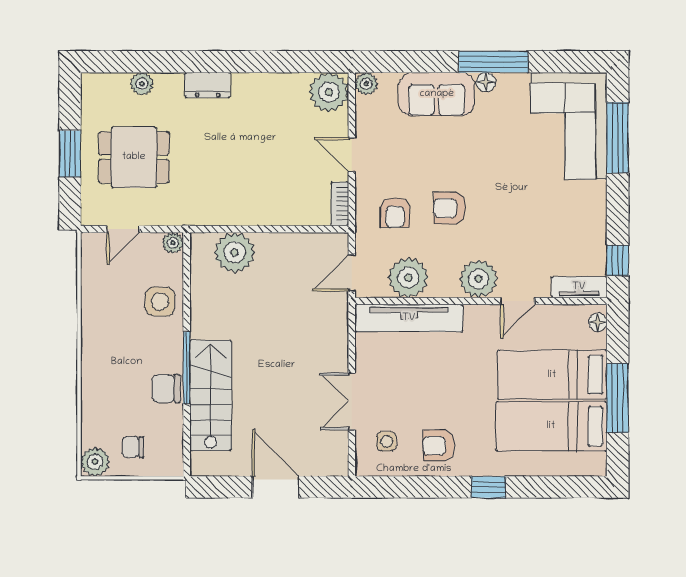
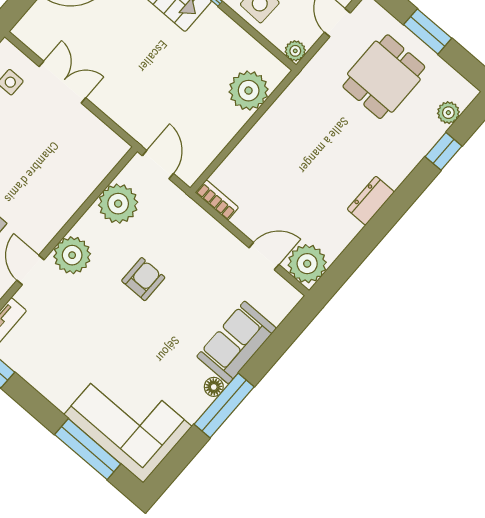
window: (152, 62) -> (444, 151), added
plant: (142, 84) -> (448, 113), moved
plant: (366, 84) -> (289, 297), removed
dresser: (208, 85) -> (371, 201), moved
door: (352, 155) -> (264, 256), moved
armchair: (395, 213) -> (175, 235), removed
tv unit: (409, 318) -> (88, 178), removed

